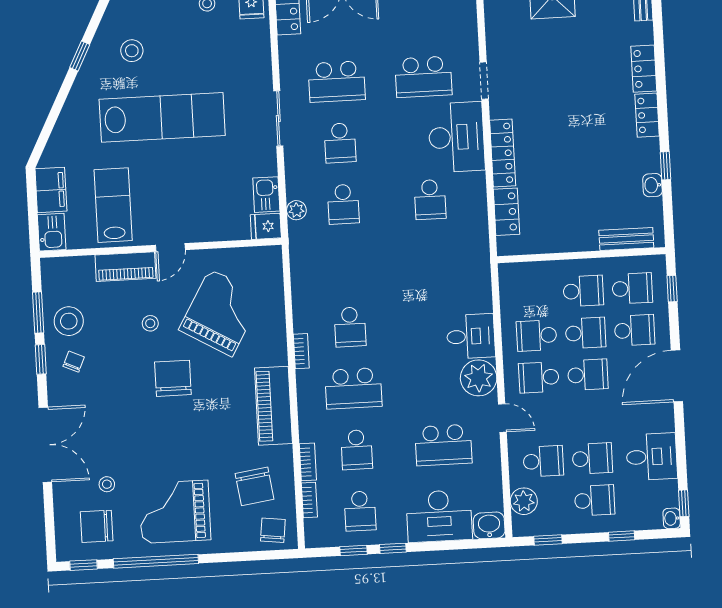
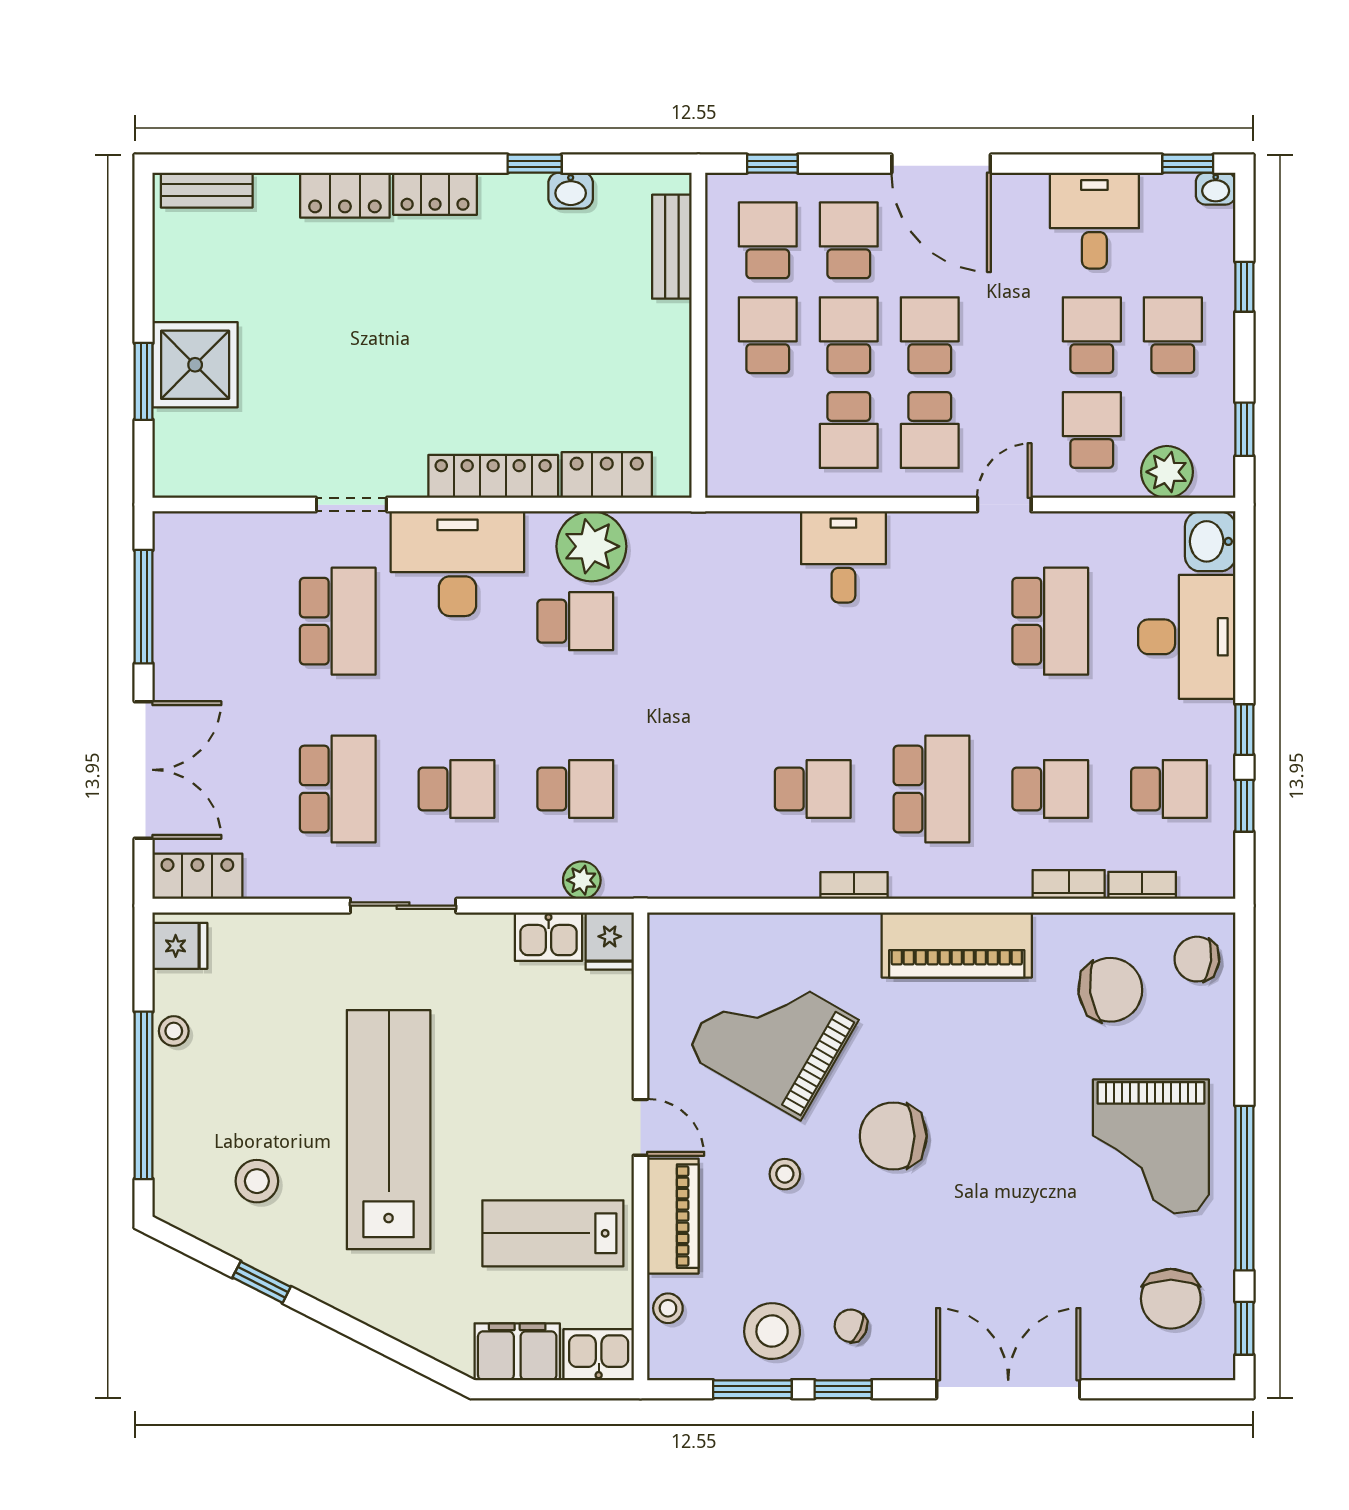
plant: (479, 378) -> (591, 546), moved
stool: (107, 484) -> (668, 1308), moved

